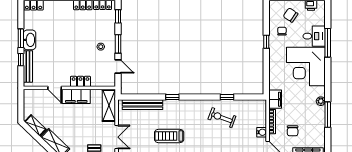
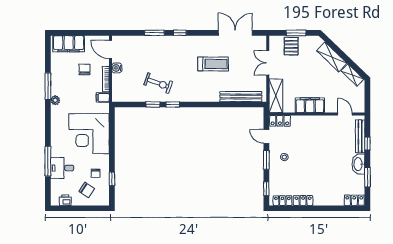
window: (21, 38) -> (367, 177), moved
window: (266, 42) -> (112, 179), moved
corner desk: (306, 67) -> (89, 134), moved, turned 180
locker: (80, 81) -> (280, 121), moved
door: (55, 88) -> (345, 114), moved
window: (172, 97) -> (173, 104), moved
filing cabinet: (275, 99) -> (103, 97), width x0.50

